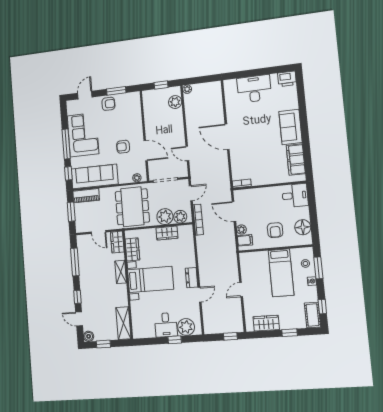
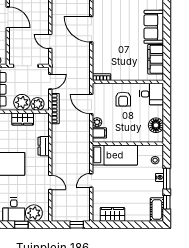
door: (146, 151) -> (8, 17), moved
armchair: (275, 230) -> (123, 99), moved
window: (318, 268) -> (167, 179), moved
bed: (281, 273) -> (115, 155), moved, turned -90
dresser: (191, 278) -> (44, 146), moved
door: (200, 295) -> (50, 182), hinge flipped
window: (290, 333) -> (134, 225), removed

